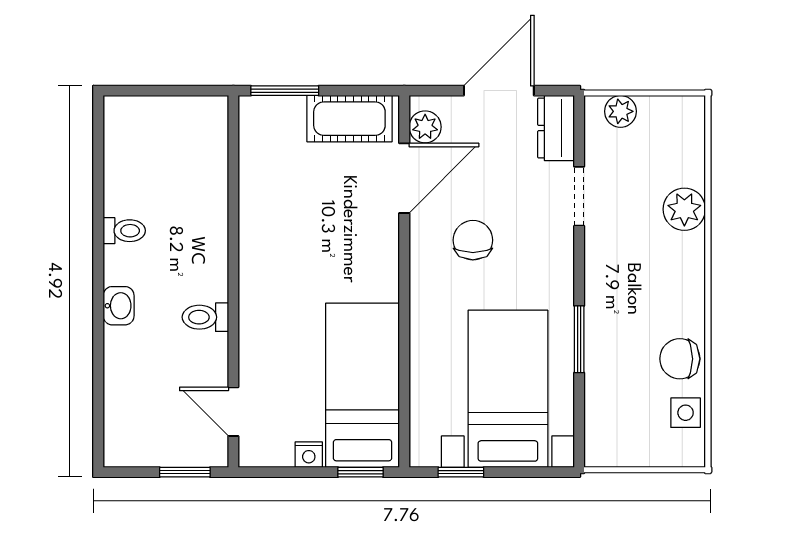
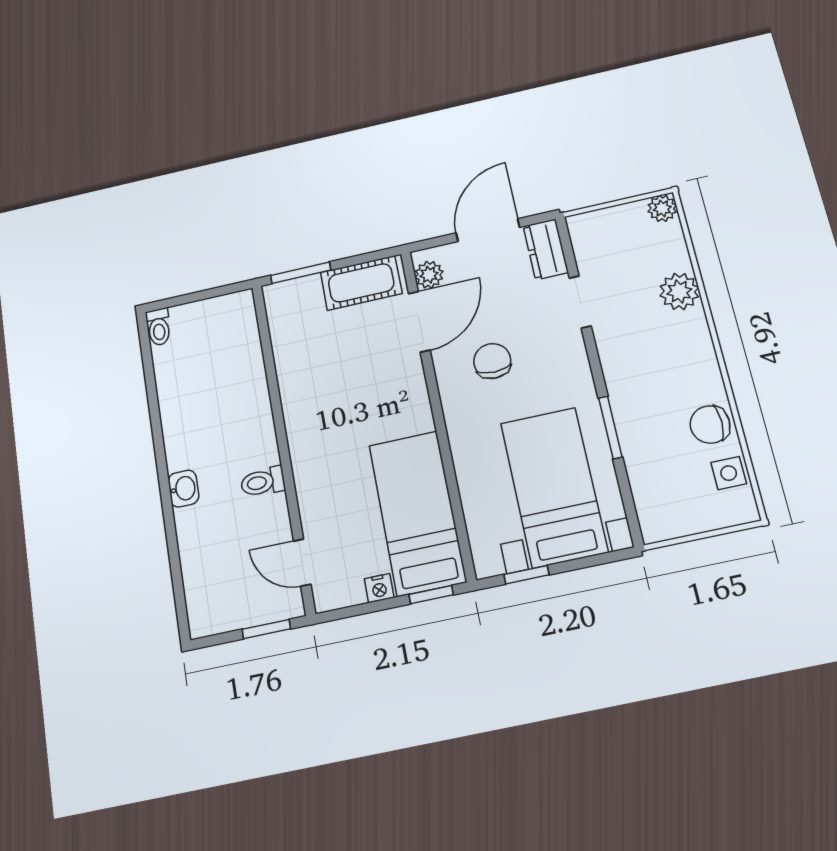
plant: (620, 111) -> (662, 208), moved
toilet: (124, 231) -> (159, 327), moved, turned 90

